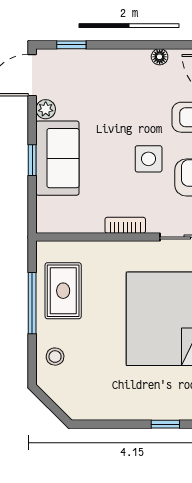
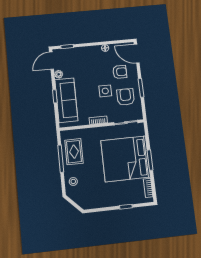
sofa: (57, 158) -> (66, 100), width x1.36

